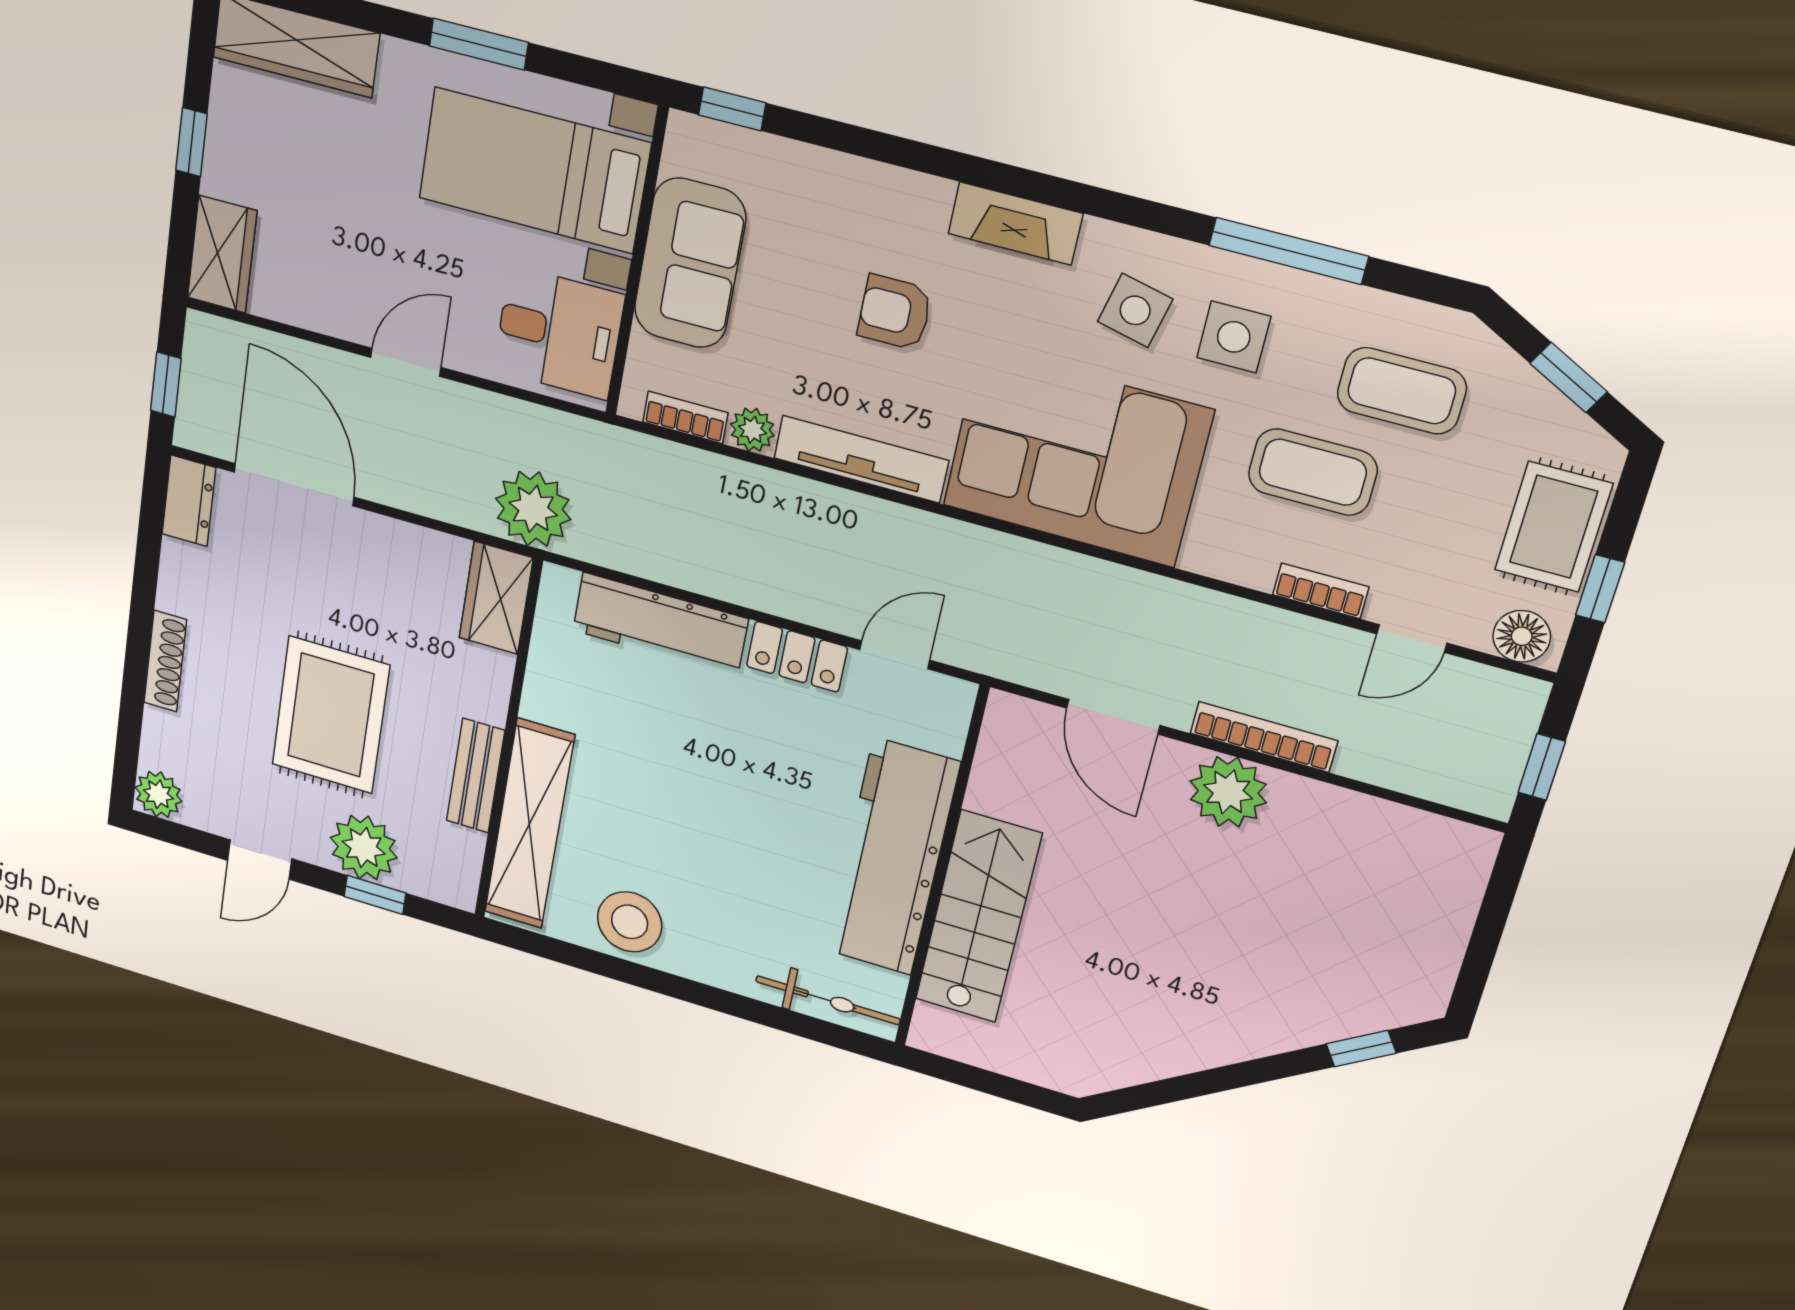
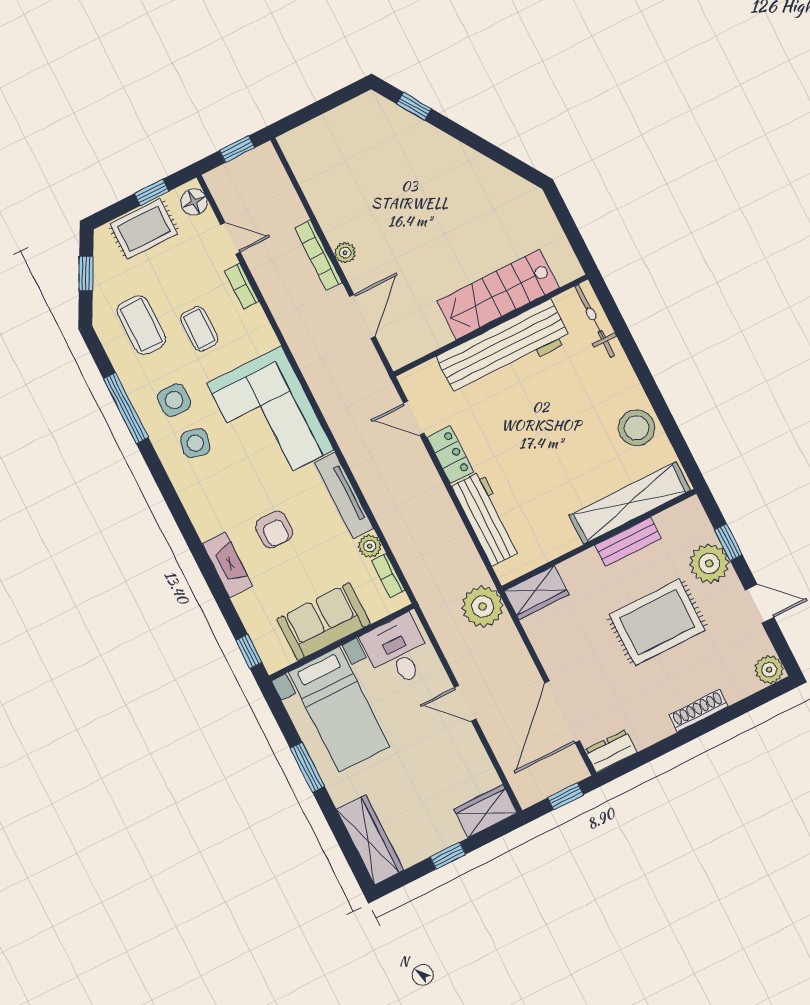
fireplace: (1015, 224) -> (227, 565), moved
coffee table: (1313, 472) -> (199, 329), width x0.73, depth x0.77
plant: (1228, 792) -> (345, 253), width x0.53, depth x0.53

